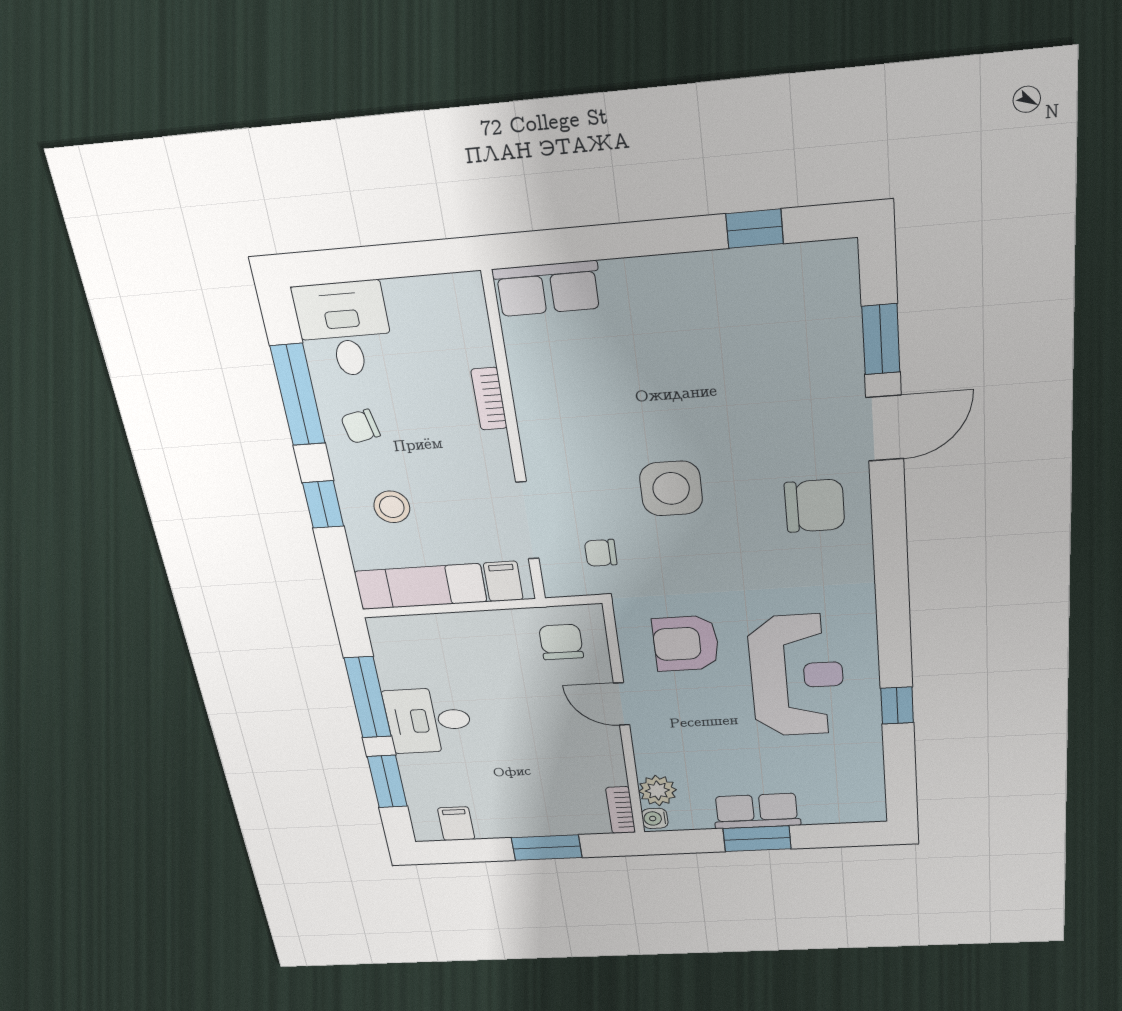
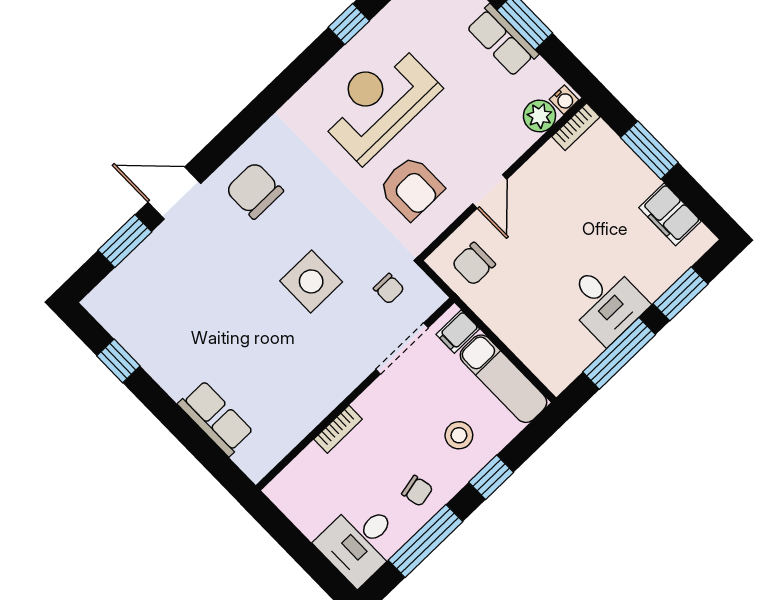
row of seats: (547, 289) -> (216, 418), moved
filing cabinet: (456, 824) -> (670, 214), width x2.00

